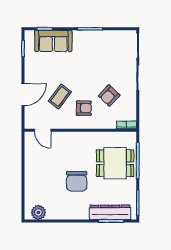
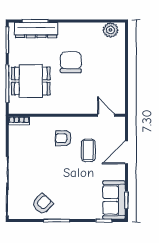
sofa: (53, 41) -> (114, 200), moved, turned -90
armchair: (109, 95) -> (42, 204), moved
coffee table: (60, 96) -> (88, 150), turned -37

